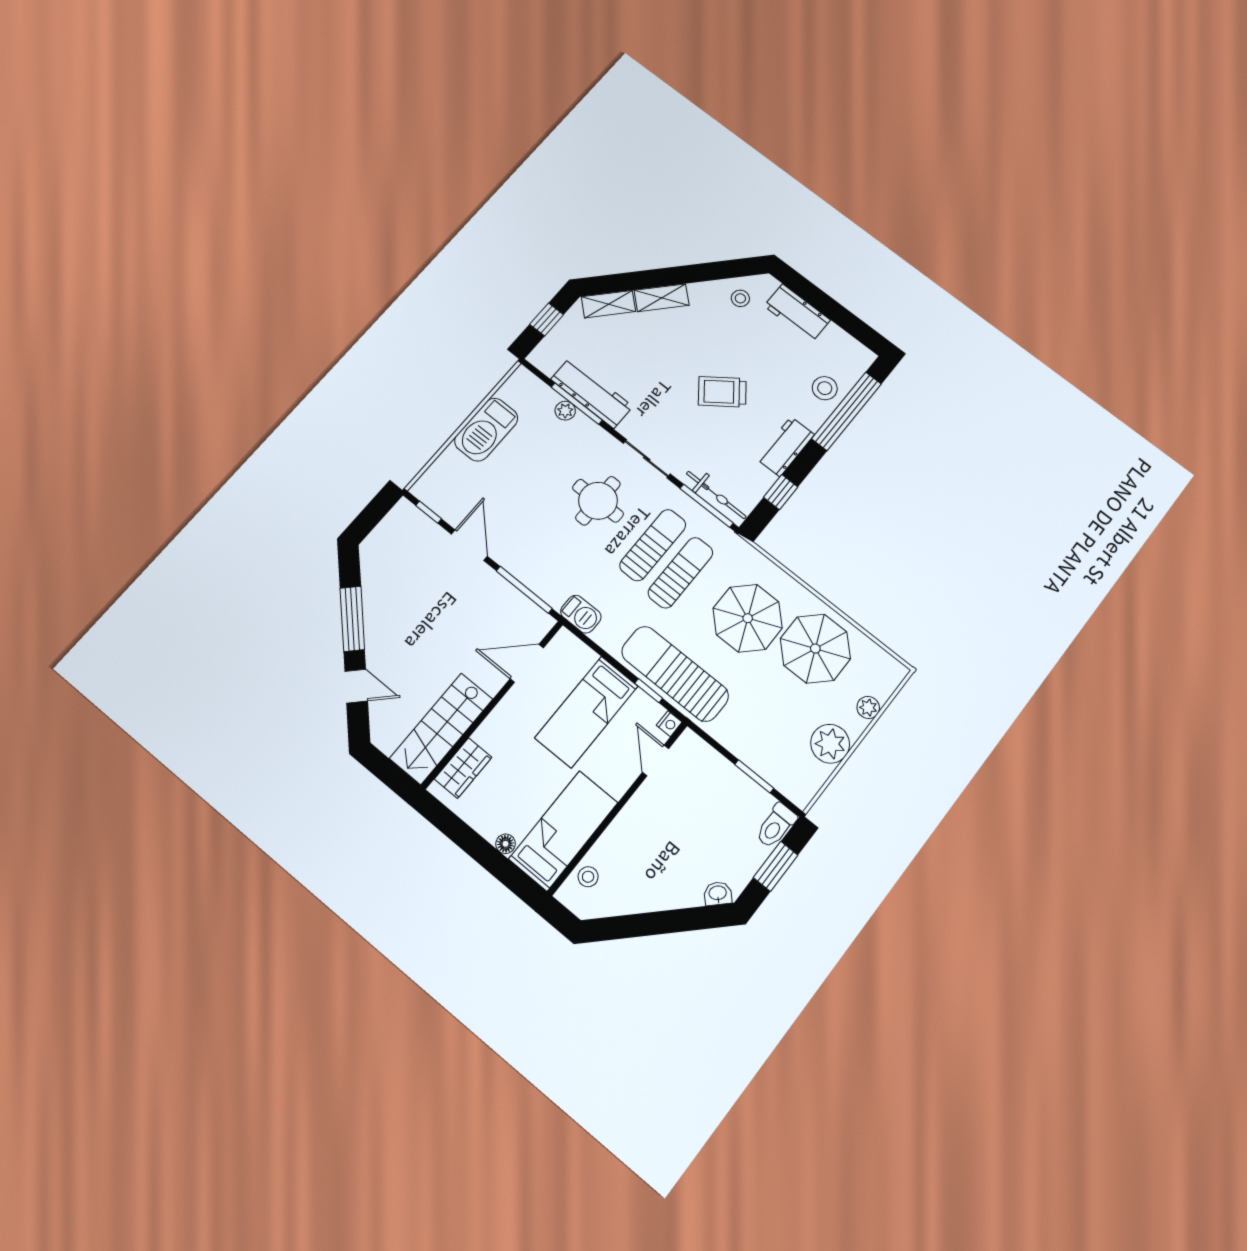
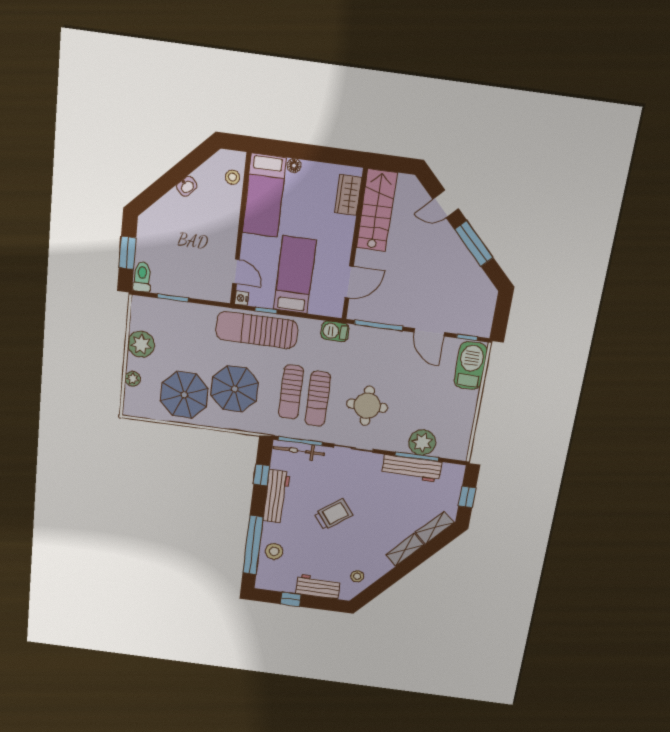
window: (841, 316) -> (291, 599), added
plant: (565, 411) -> (422, 442), width x1.87, depth x1.87
barbecue: (486, 430) -> (471, 366), moved
workbench: (786, 447) -> (277, 497), width x1.38
sun lounger: (675, 674) -> (257, 330), turned 180
washbasin: (718, 893) -> (187, 186), moved

